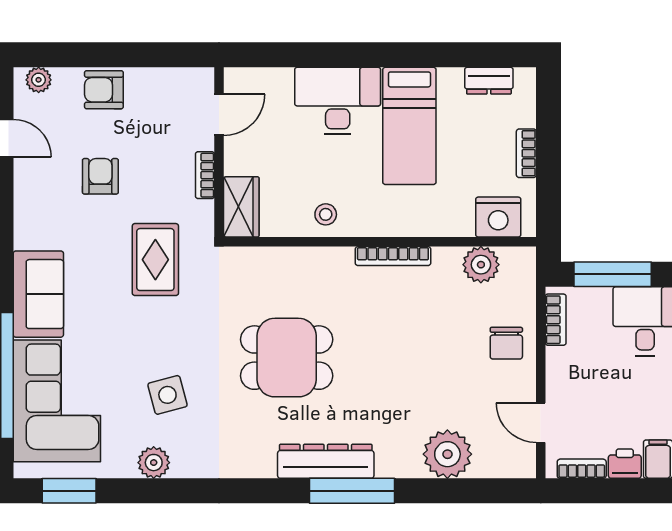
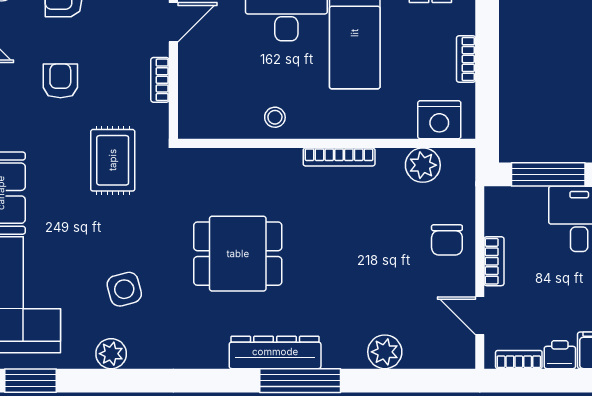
wardrobe: (241, 207) -> (195, 110), removed
bookcase: (556, 320) -> (494, 261), moved
plant: (447, 454) -> (385, 352), width x0.73, depth x0.73

